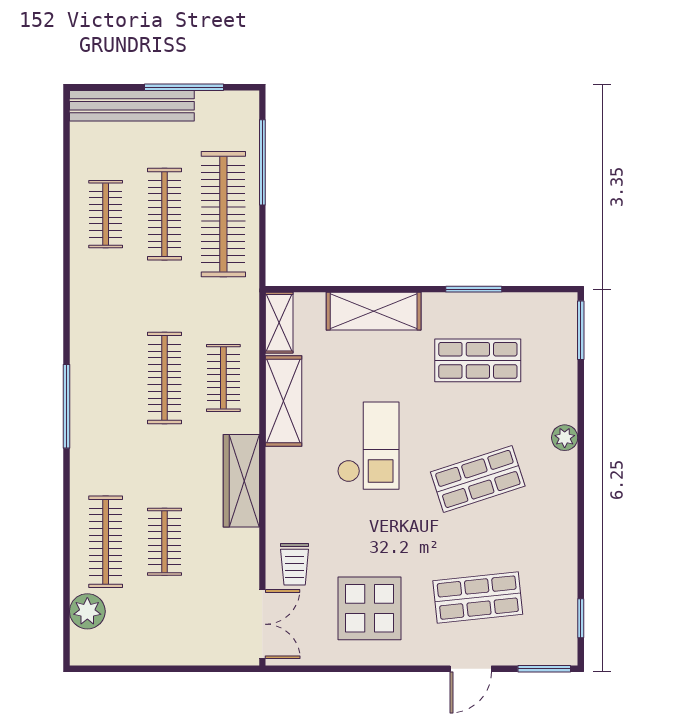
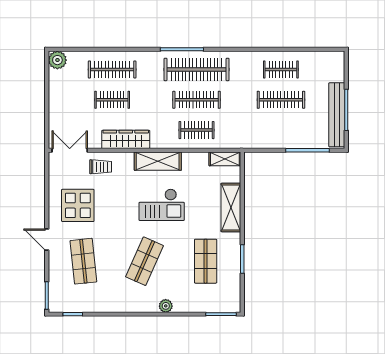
bench: (132, 106) -> (337, 115), moved
clothes rail: (223, 214) -> (197, 69), moved
shelving: (284, 401) -> (158, 161), moved
shop shelf: (478, 479) -> (144, 261), turned 42
wardrobe: (241, 481) -> (126, 139), moved
trolley: (295, 564) -> (101, 167), turned 180
plant: (87, 611) -> (57, 60), moved
double door: (262, 624) -> (70, 150), swing flipped
door: (471, 669) -> (47, 240), moved

